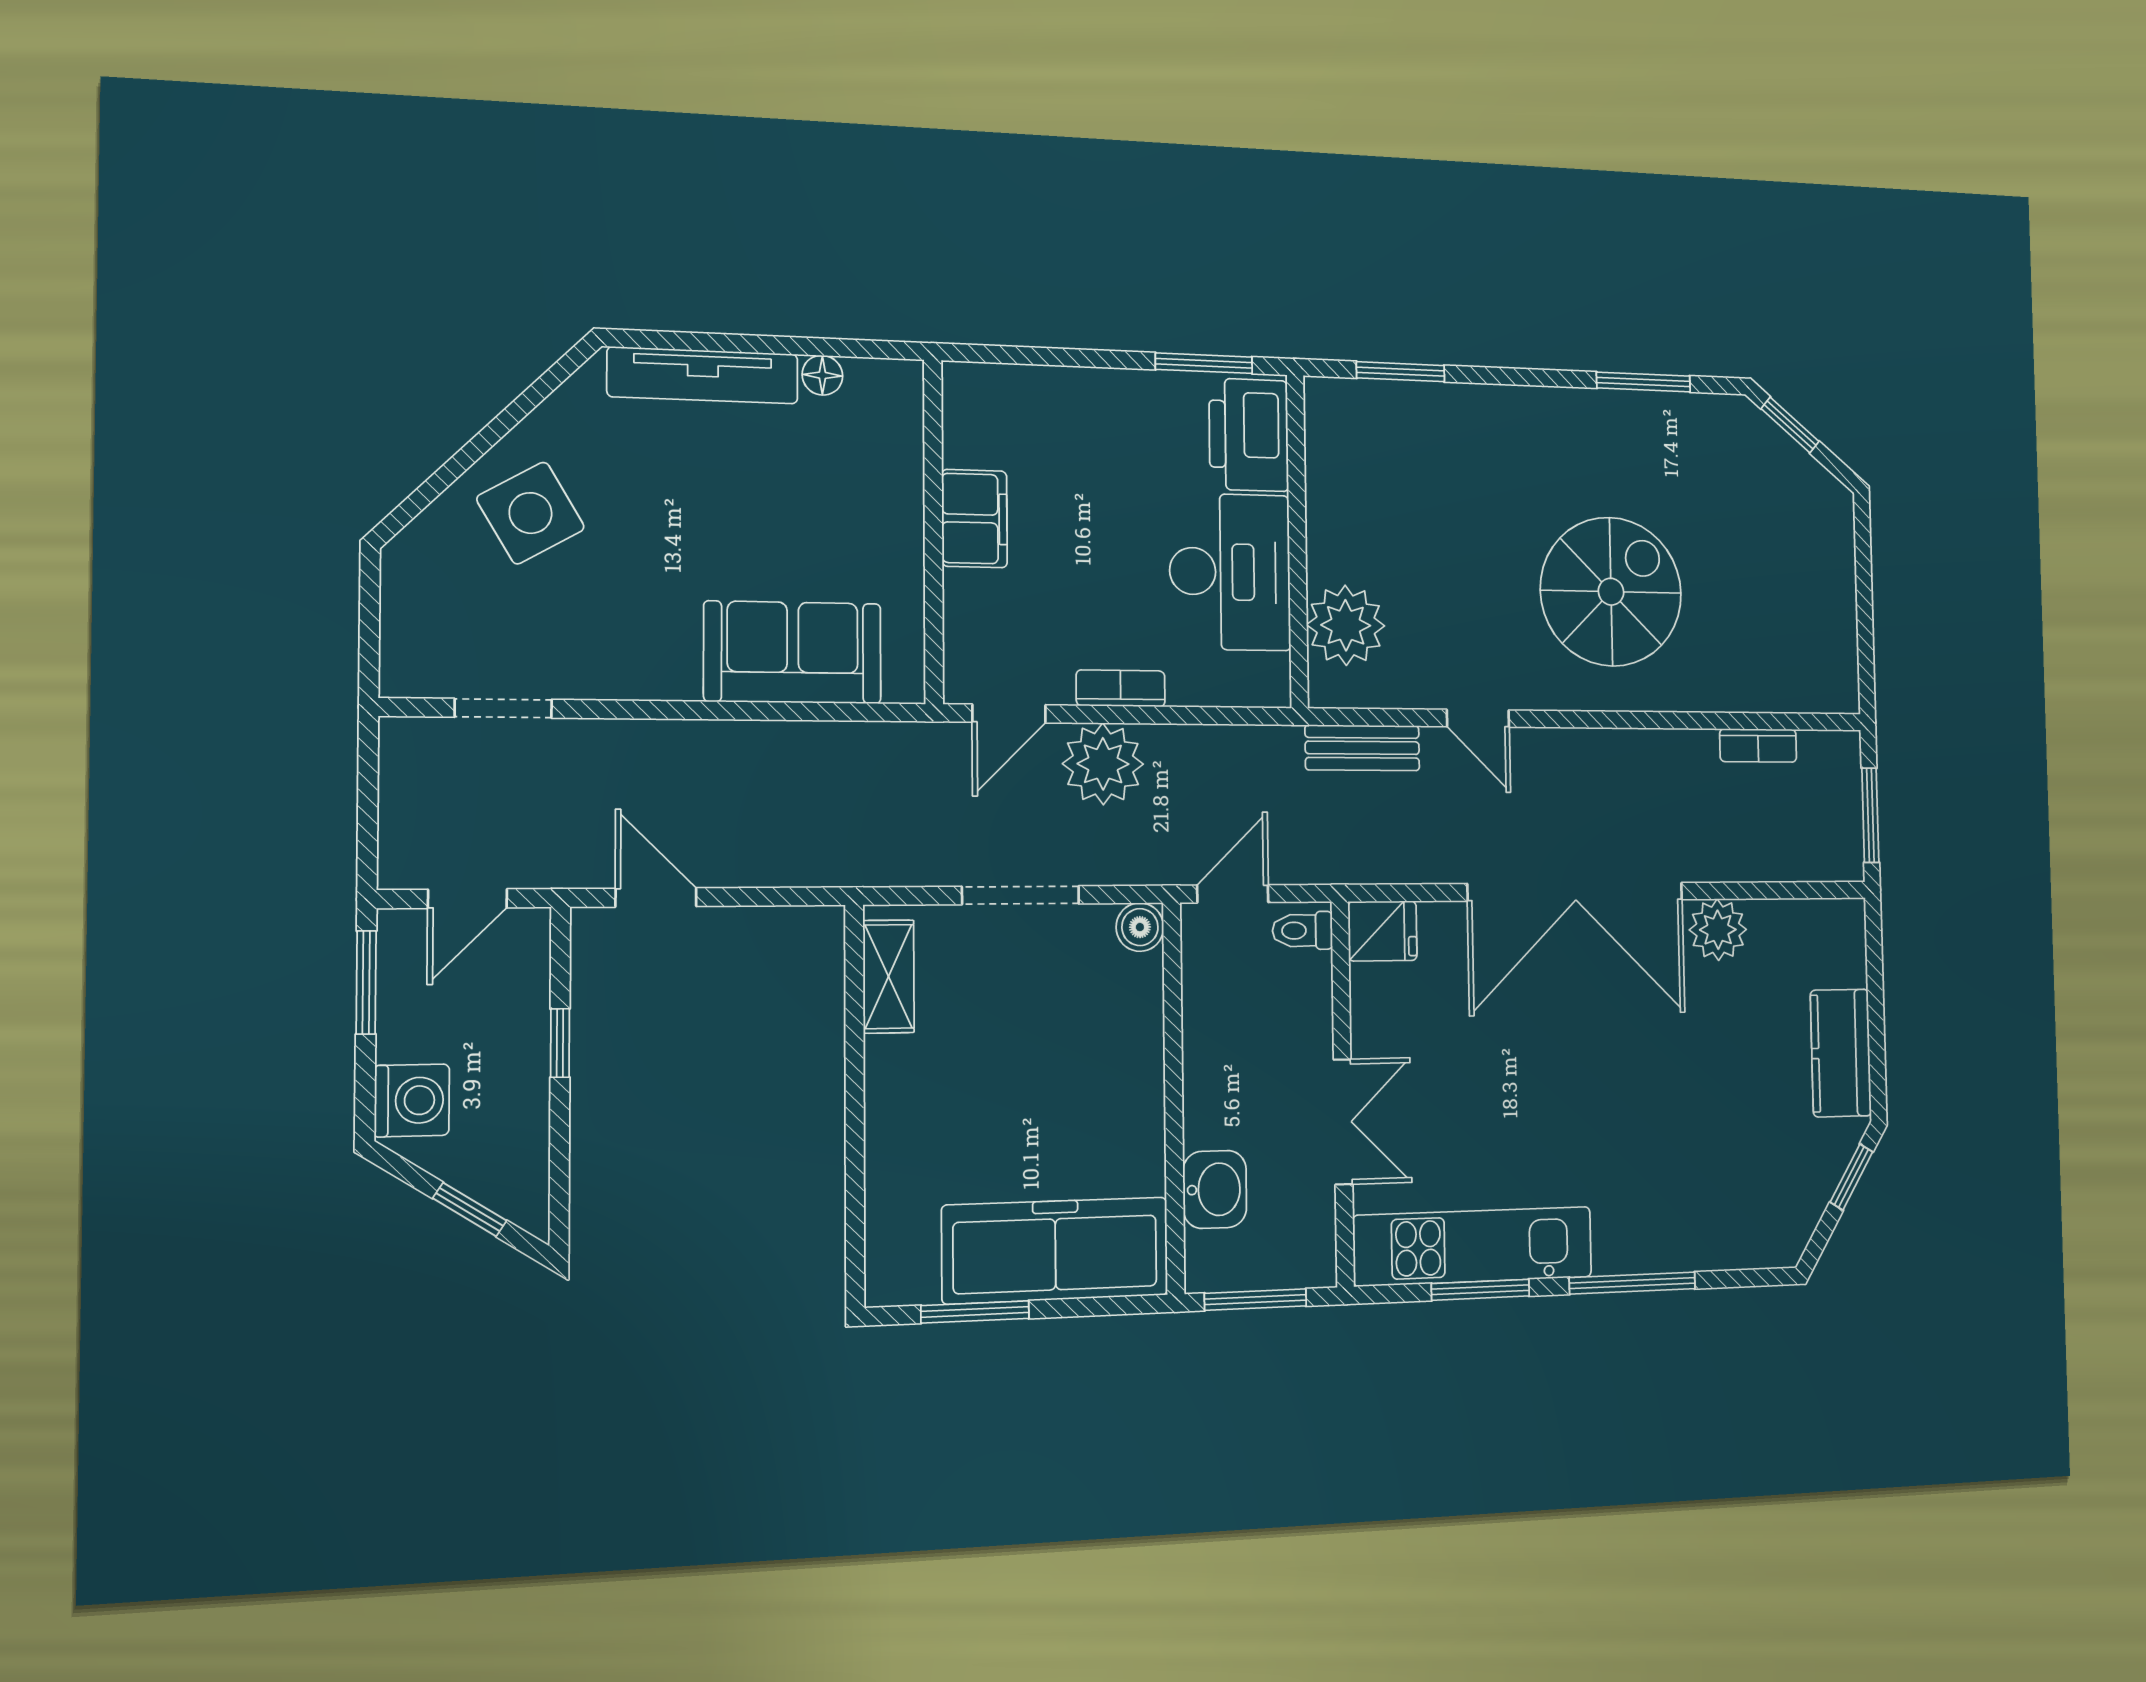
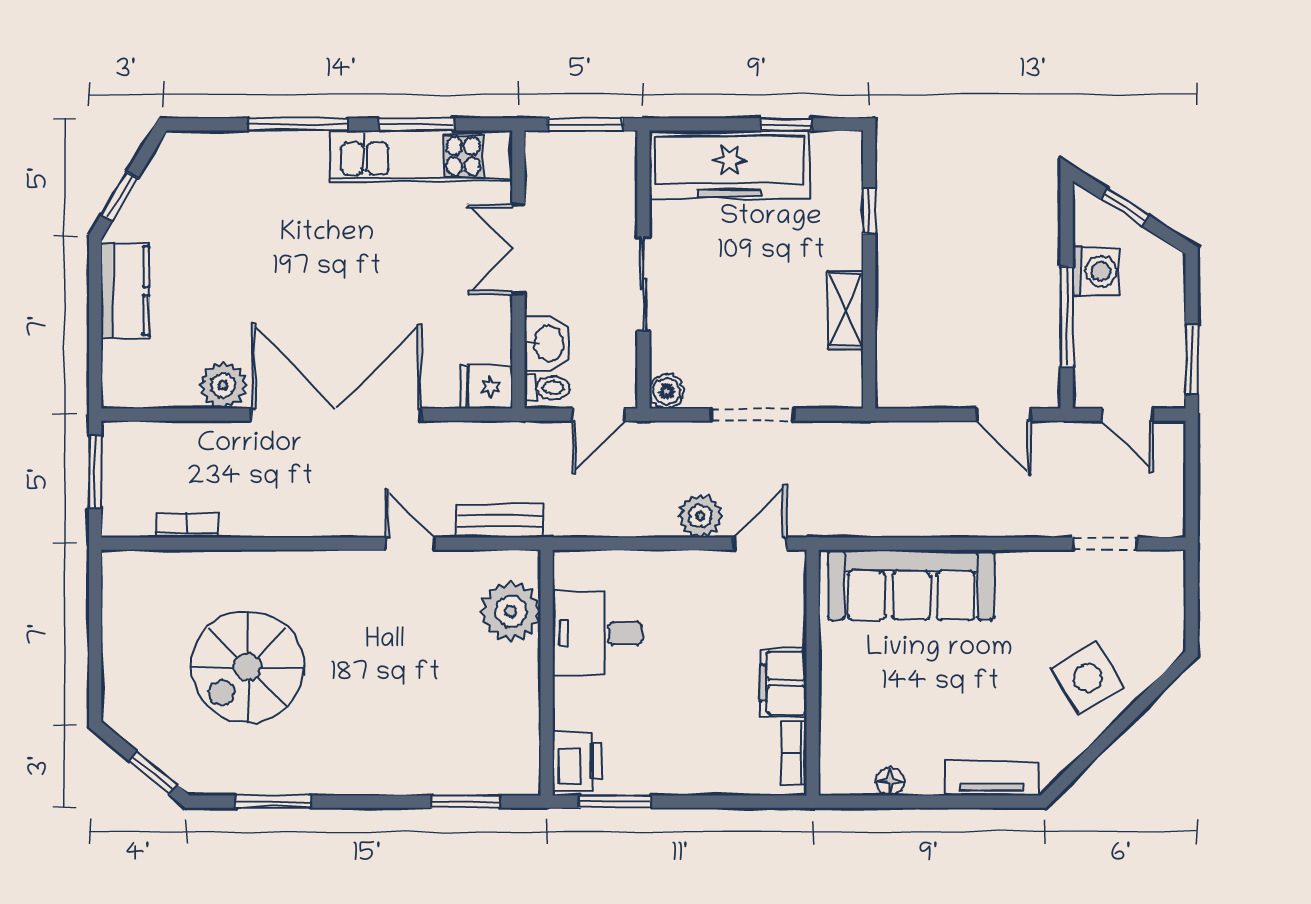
tv unit: (703, 375) -> (991, 778), width x0.71
printer: (1249, 435) -> (577, 761), width x0.73, depth x0.84
desk: (1230, 572) -> (597, 633), width x0.73
spiral stairs: (1611, 592) -> (247, 667), moved
sofa: (793, 652) -> (911, 585), width x1.36
bookcase: (1121, 688) -> (794, 753), moved, turned 90
plant: (1103, 764) -> (700, 516), width x0.73, depth x0.73
door: (468, 899) -> (1127, 415), swing flipped
shelving: (889, 977) -> (845, 310), moved
window: (560, 1043) -> (1067, 317), width x2.17
sliding door: (1174, 1077) -> (643, 284), added
washing machine: (412, 1100) -> (1096, 271), moved, turned 180
washbasin: (1215, 1189) -> (548, 343), moved, turned 180
window: (855, 1191) -> (869, 211), added
window: (975, 1312) -> (786, 124), width x0.67

